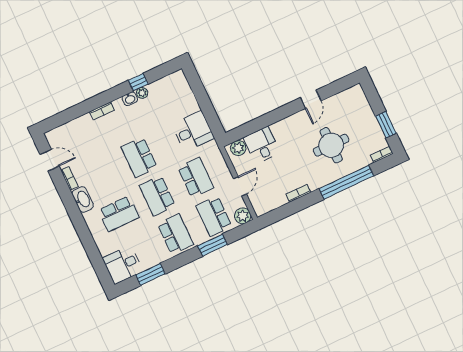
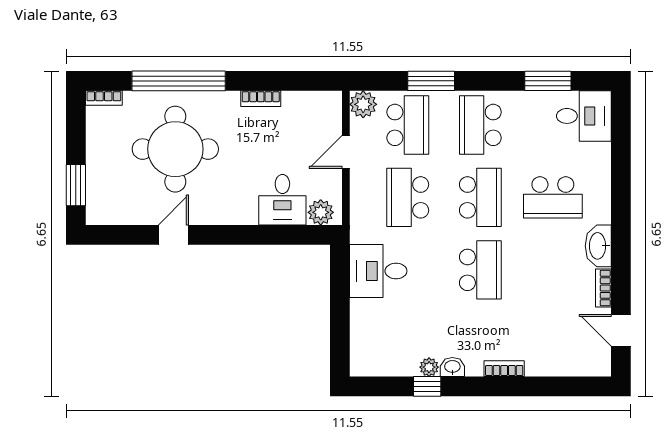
window: (386, 125) -> (76, 185), moved
round table: (331, 145) -> (175, 149), width x1.36, depth x1.36
school desk: (119, 214) -> (553, 197), turned 180

